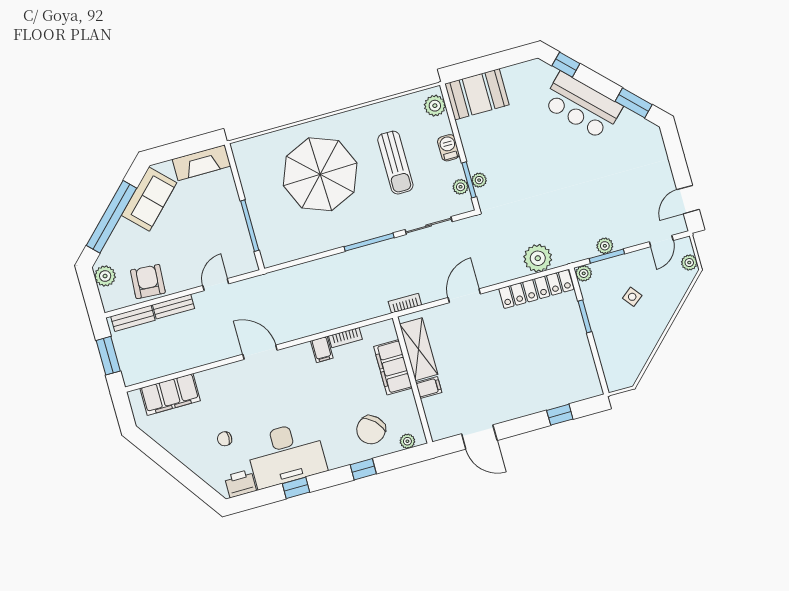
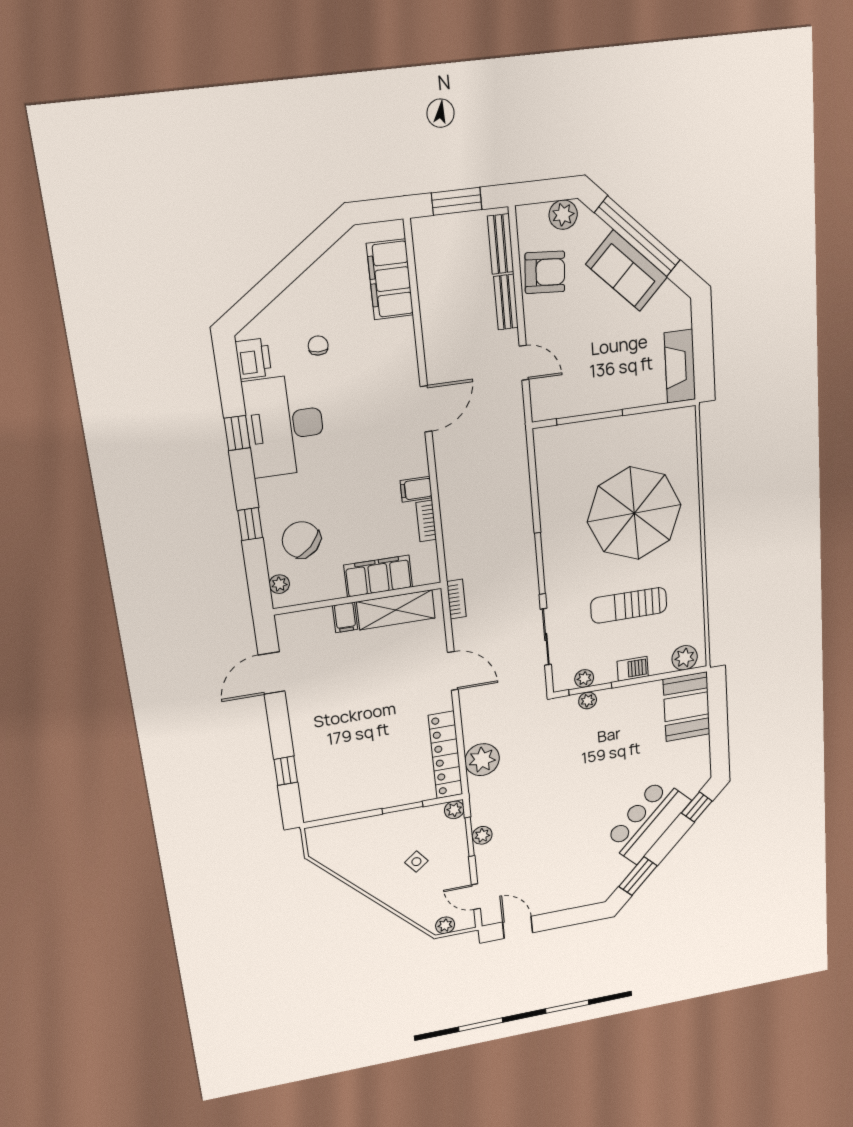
sofa: (149, 199) -> (627, 271), moved

